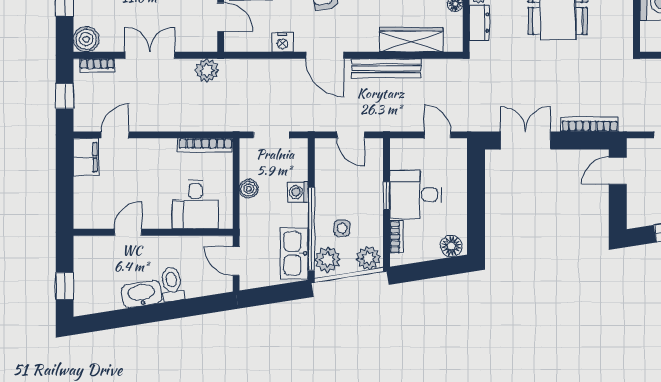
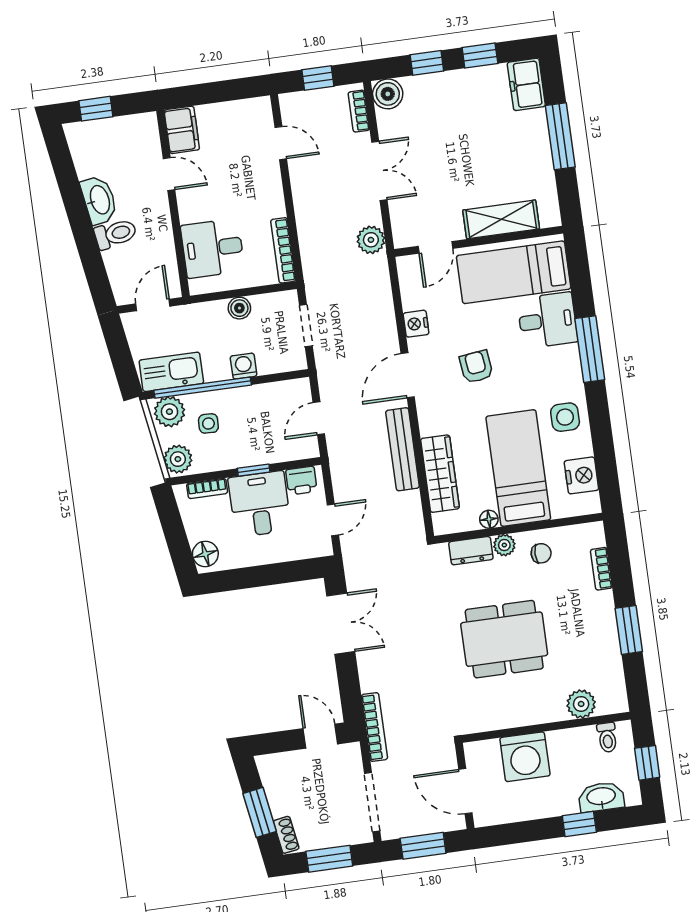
bookcase: (590, 124) -> (374, 727), moved
filing cabinet: (86, 157) -> (182, 130), moved, turned -90
printer: (401, 157) -> (301, 481), added

